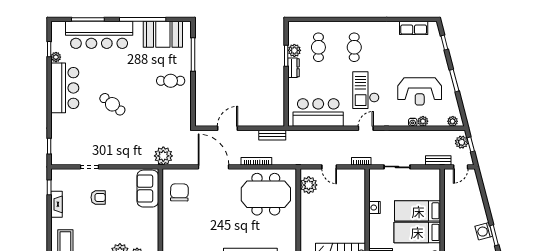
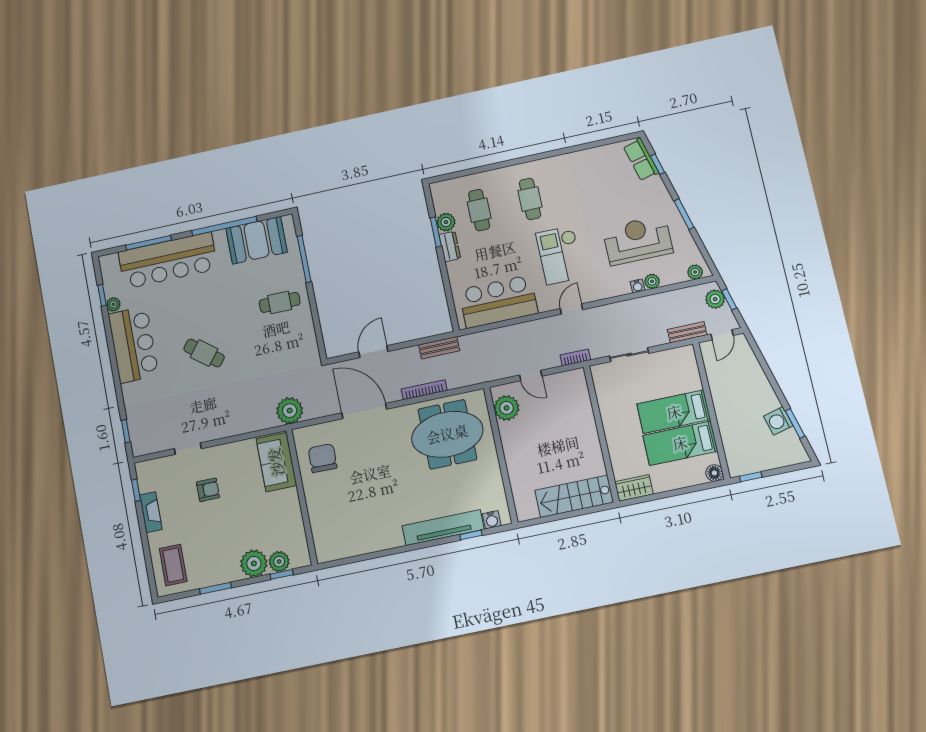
row of seats: (414, 28) -> (641, 160), moved, turned 76
reception desk: (420, 91) -> (638, 240), turned 180
nightstand: (375, 208) -> (610, 420), removed

